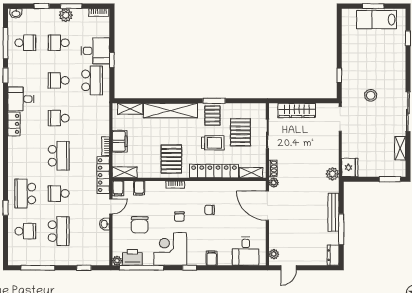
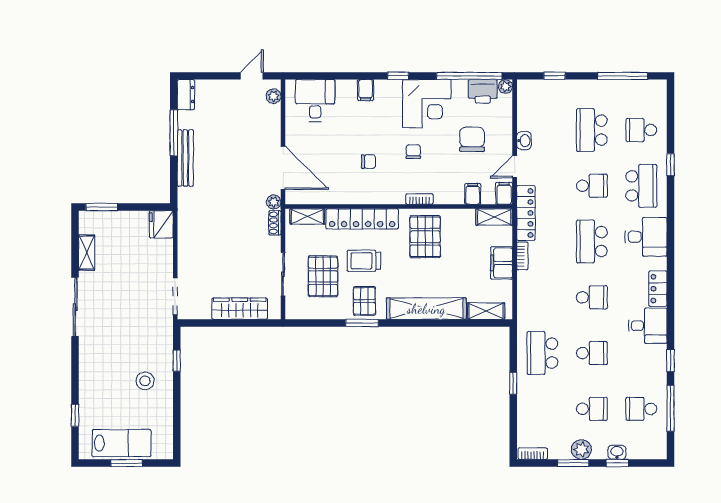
washbasin: (16, 13) -> (617, 452), moved
desk: (95, 51) -> (646, 237), moved, turned 180
stool: (371, 95) -> (145, 381), moved
plant: (332, 174) -> (187, 215), removed

